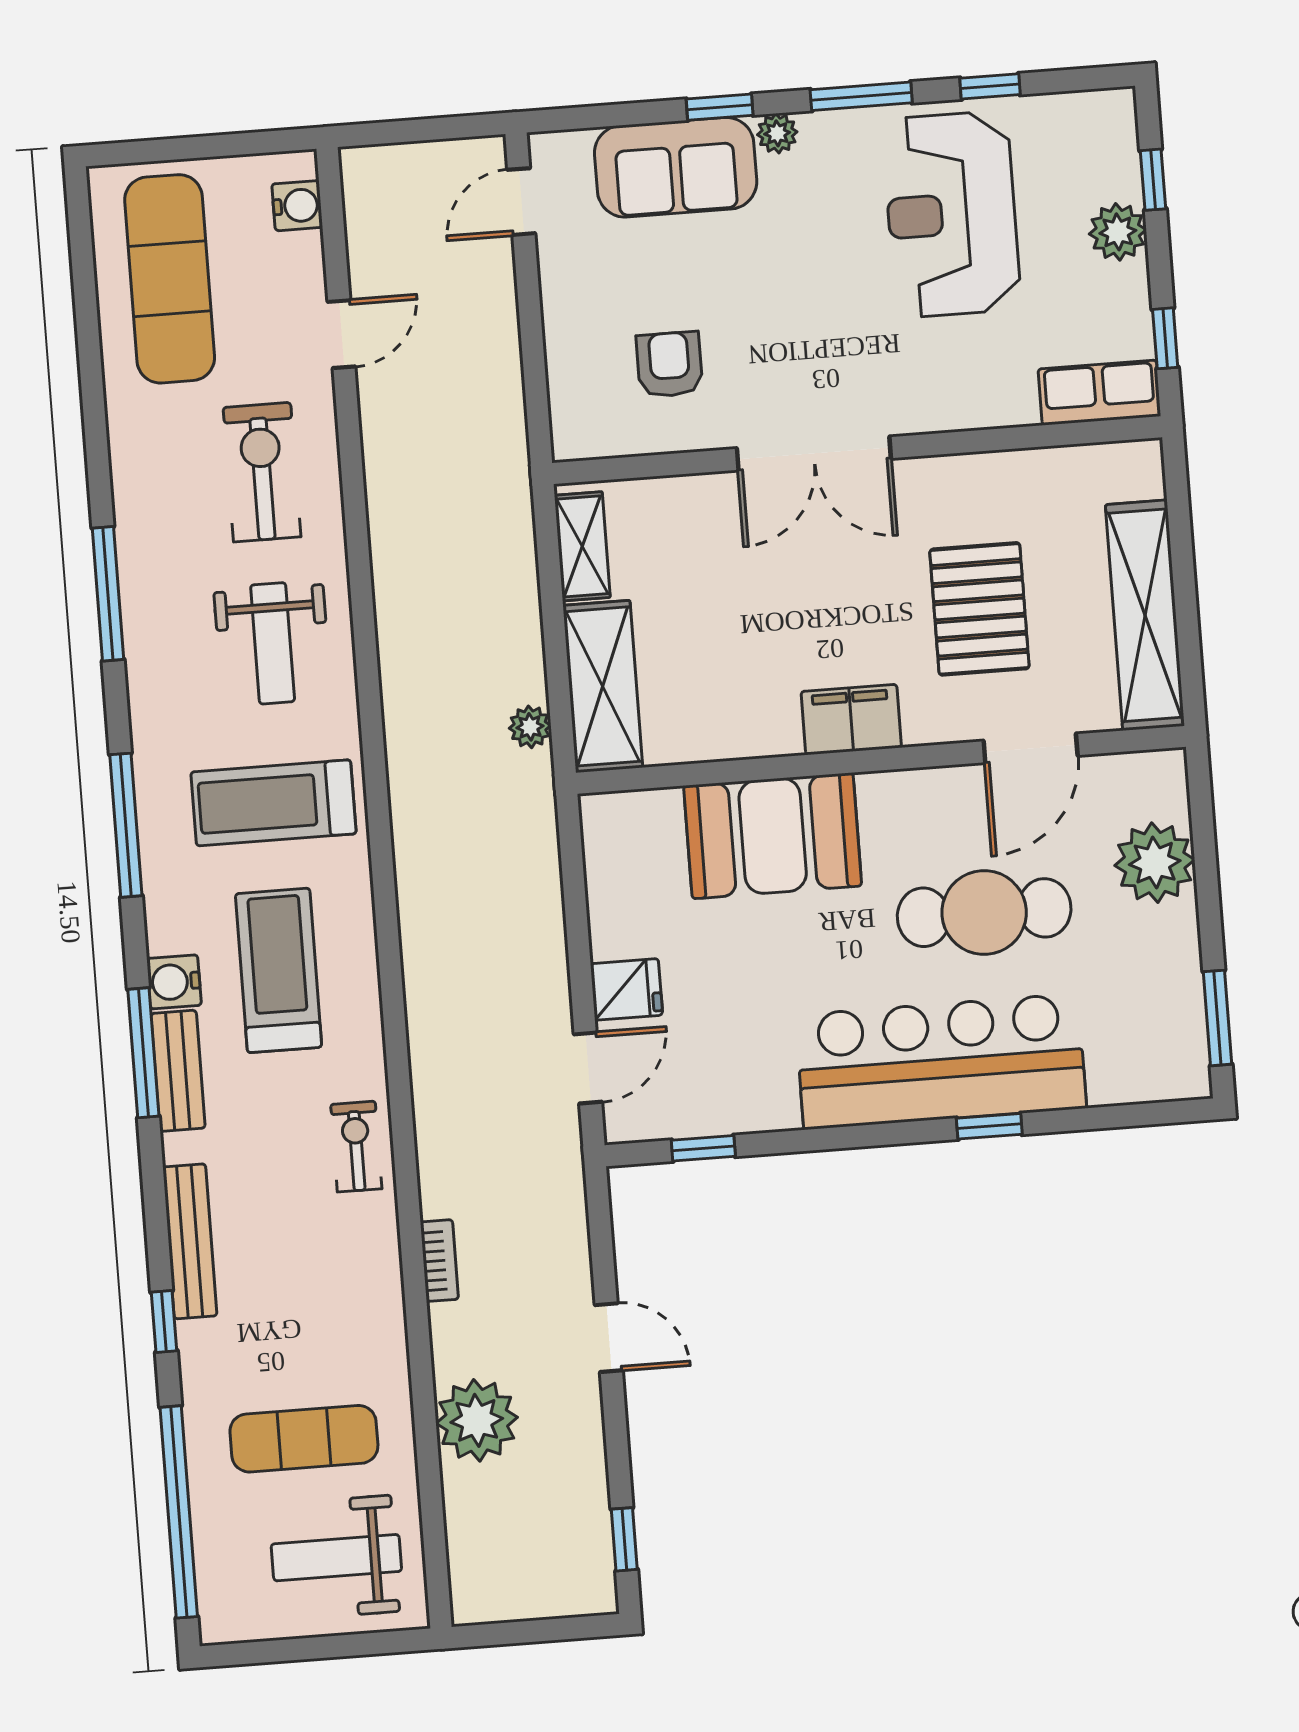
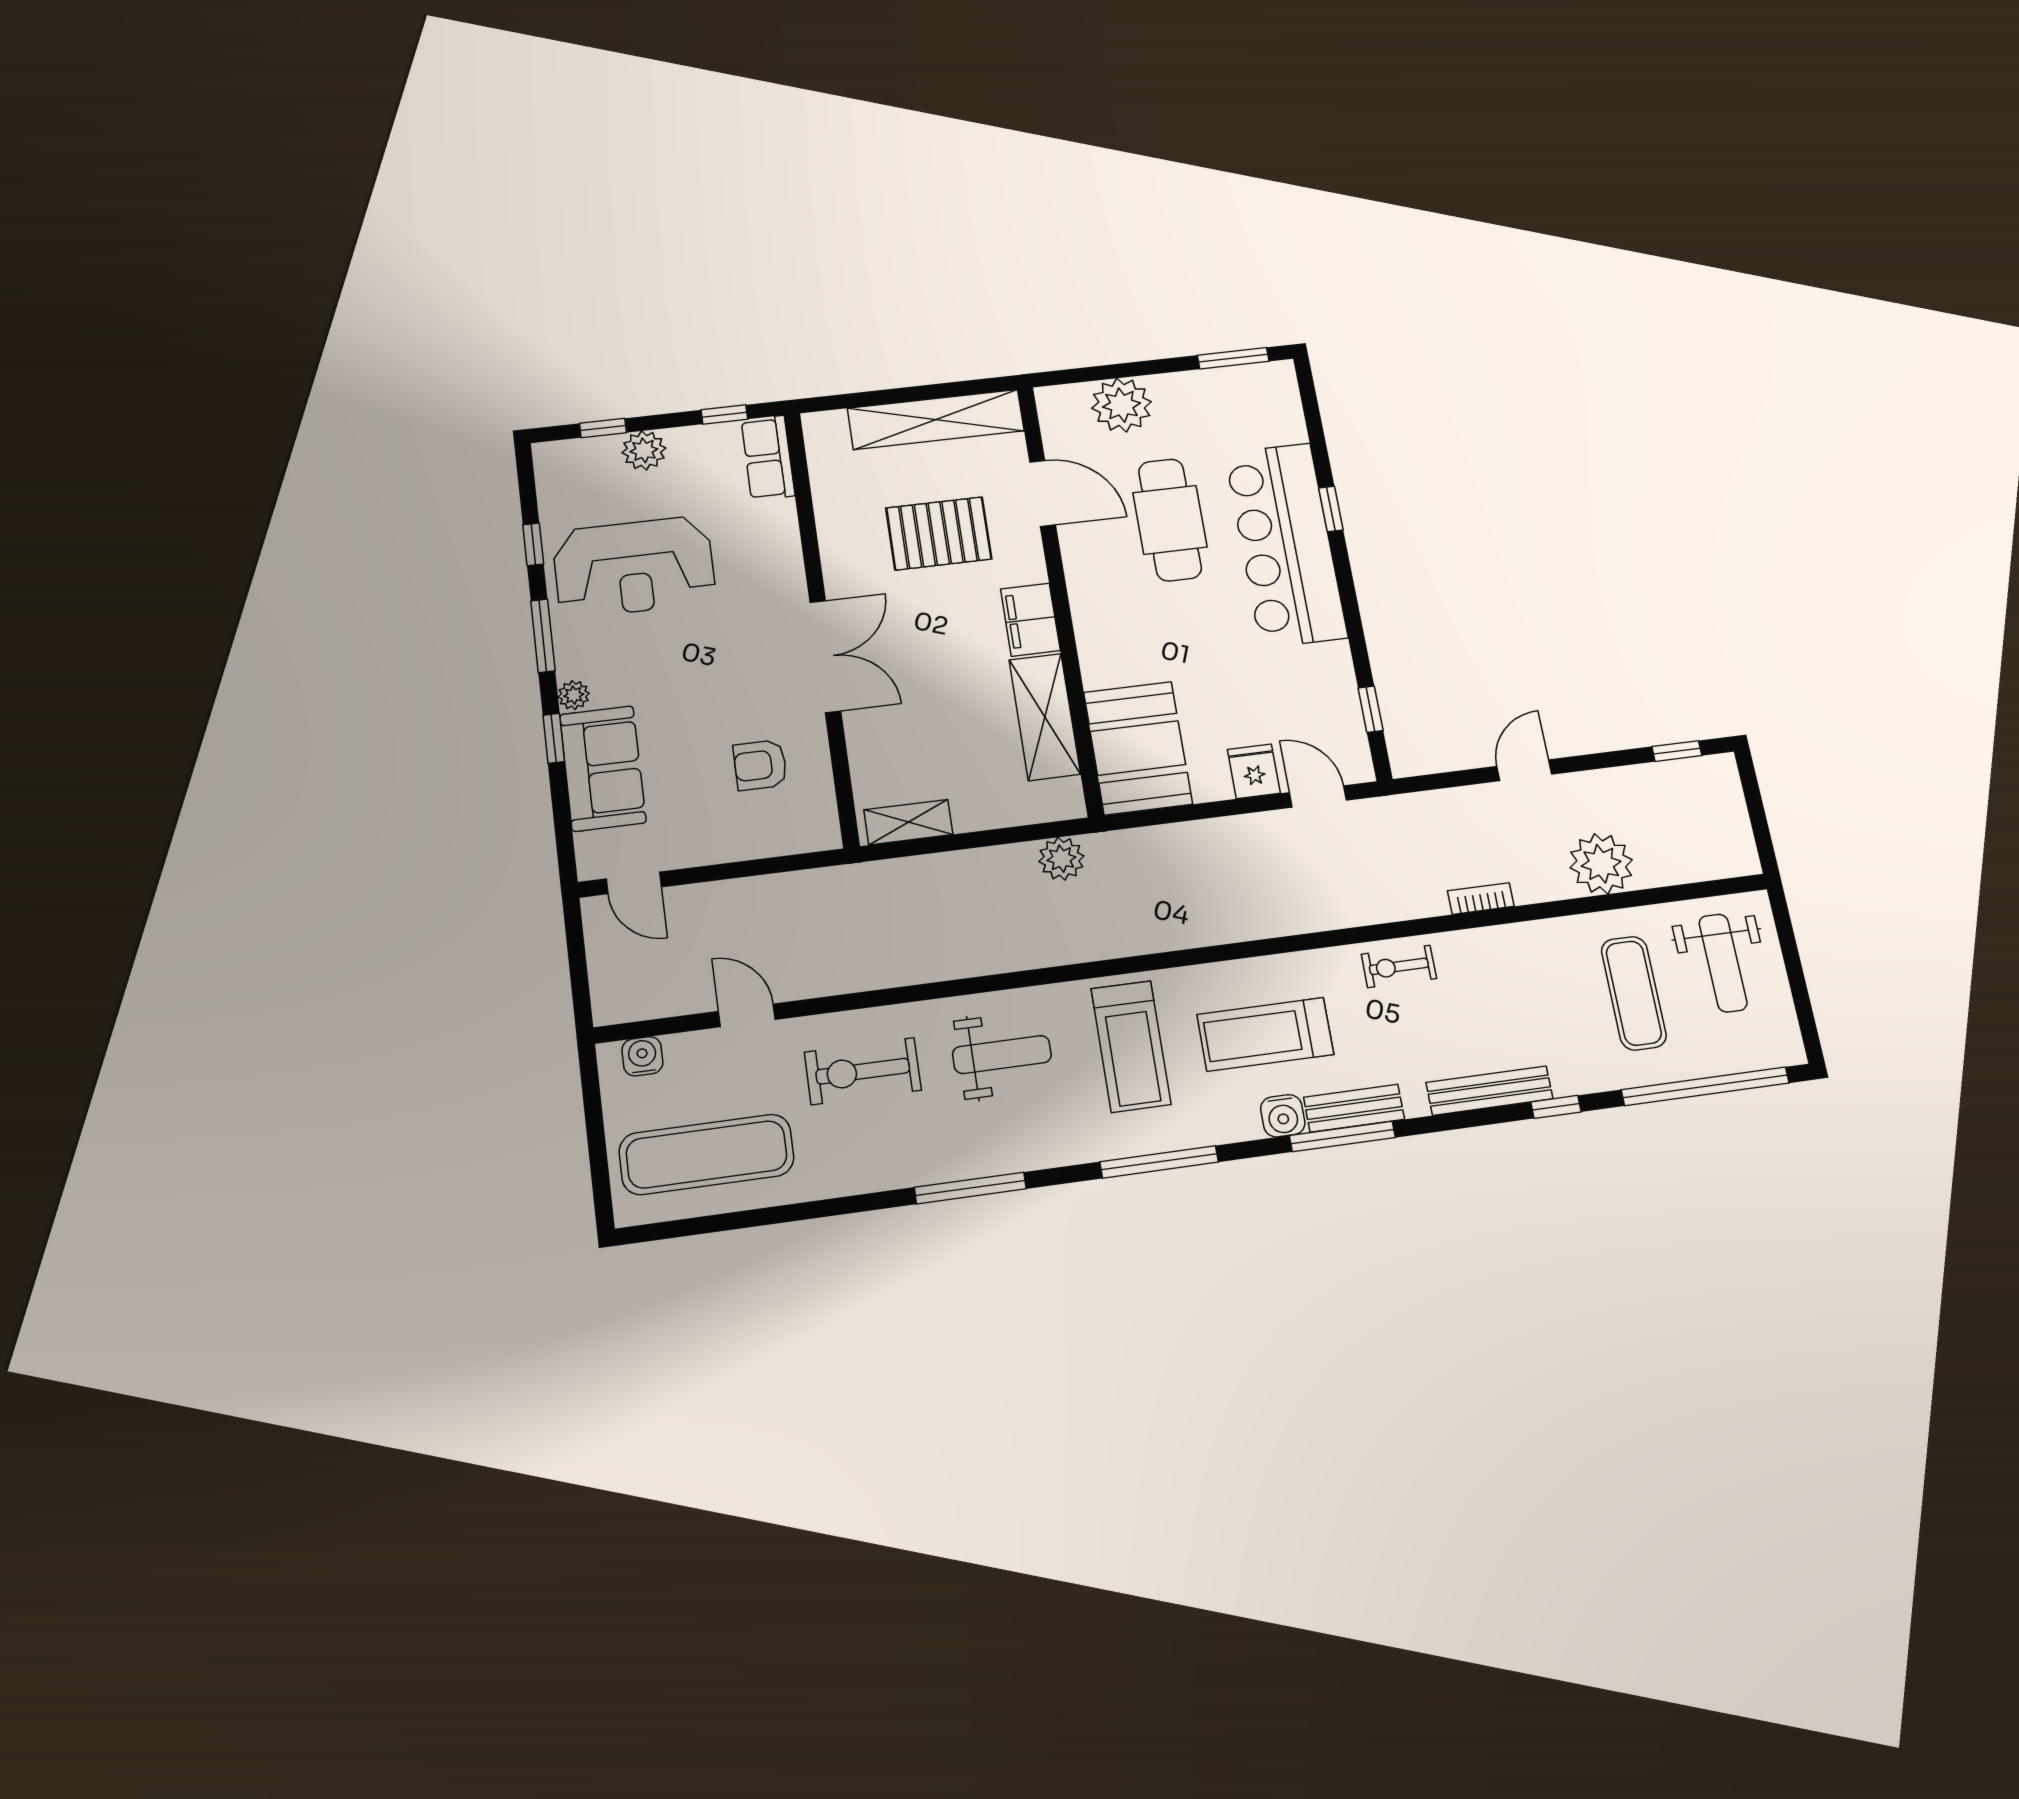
shelving: (603, 686) -> (1045, 717), moved, turned 90
plant: (530, 727) -> (1061, 859), width x1.38, depth x1.38
booth: (773, 836) -> (1138, 748), moved

